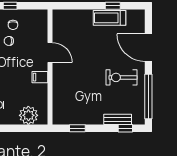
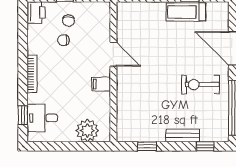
bench: (118, 119) -> (183, 135), moved

